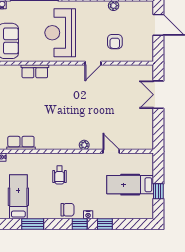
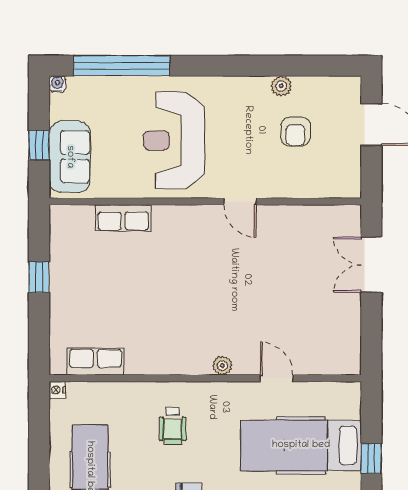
armchair: (115, 42) -> (296, 132), moved
door: (93, 63) -> (240, 201), hinge flipped
hospital bed: (130, 185) -> (301, 445), width x1.37, depth x1.29

